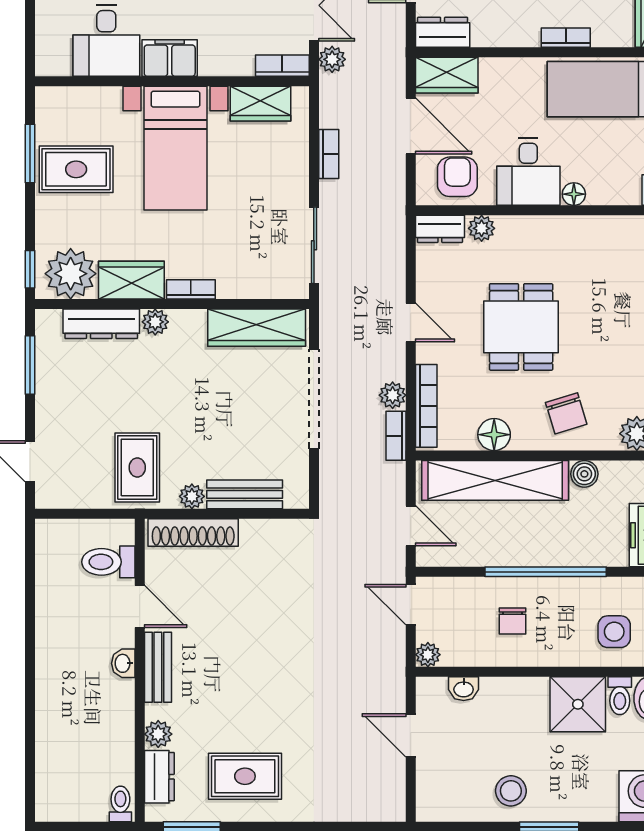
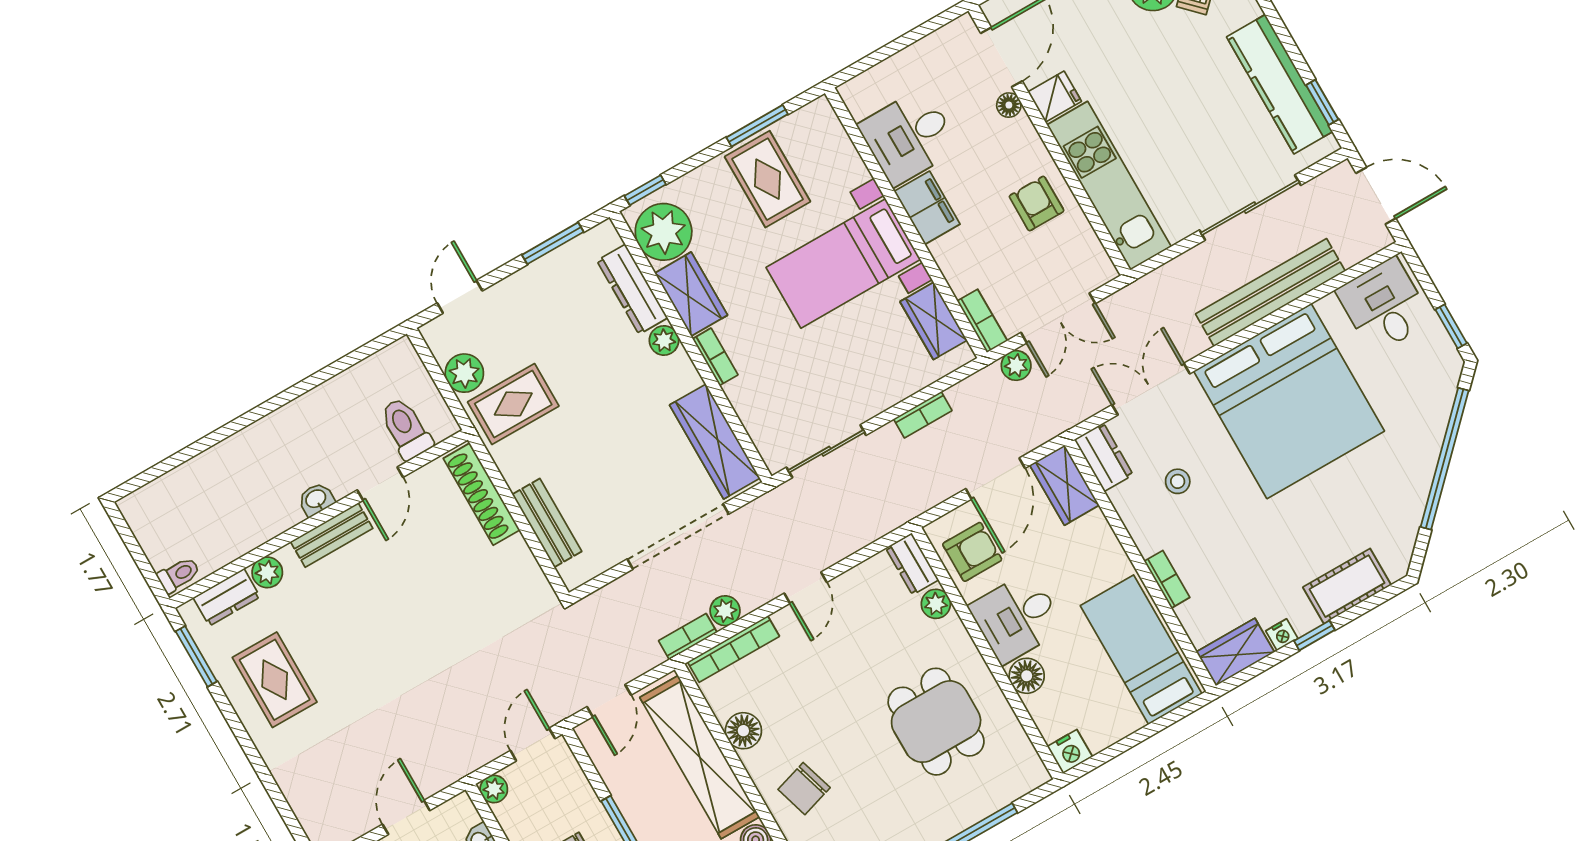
floor lamp: (574, 194) -> (1027, 676), width x1.37, depth x1.37
dining table: (521, 327) -> (936, 722), moved, turned 90
plant: (192, 496) -> (464, 373), moved, width x1.38, depth x1.38

